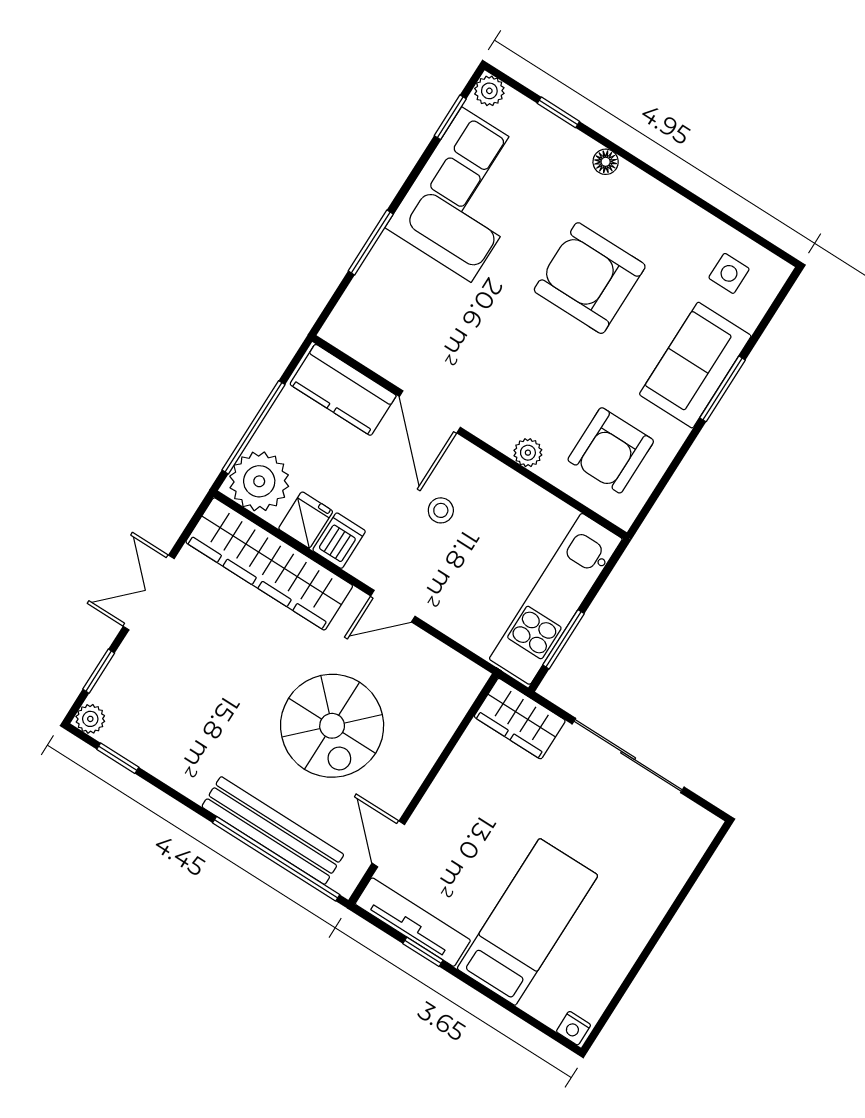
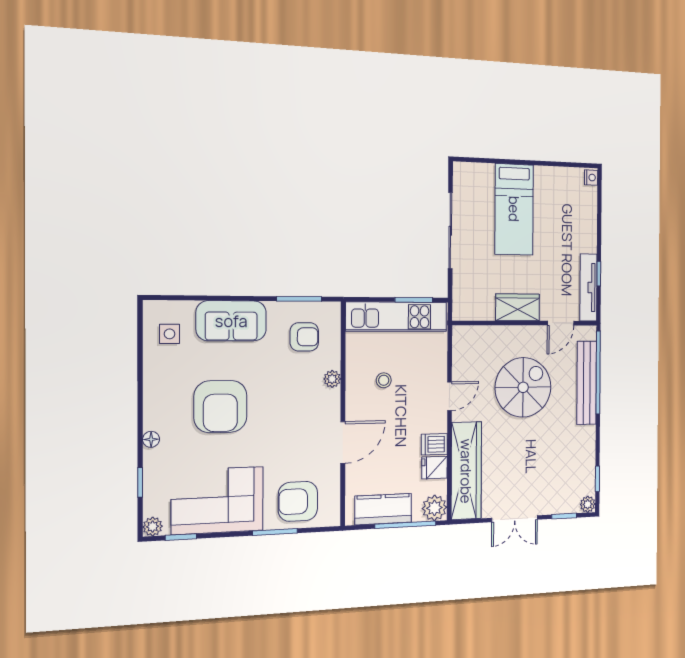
armchair: (391, 299) -> (298, 501), added
window: (722, 389) -> (299, 299), moved
kitchen counter: (343, 390) -> (383, 509), moved, turned -90
armchair: (611, 450) -> (304, 337), width x0.72, depth x0.72
plant: (259, 481) -> (434, 508), width x0.73, depth x0.73
stool: (441, 510) -> (384, 380), moved
door: (393, 606) -> (450, 396), hinge flipped
wardrobe: (520, 719) -> (518, 307), moved, turned -90
bed: (527, 922) -> (514, 209), moved, turned -90

